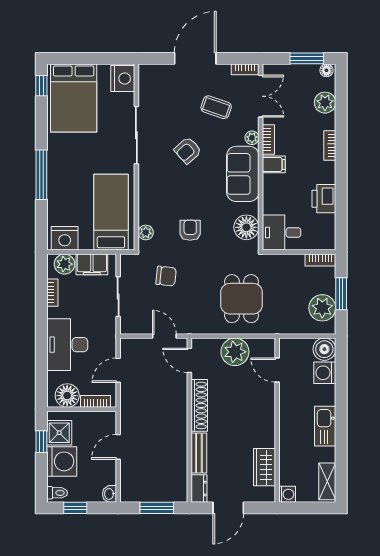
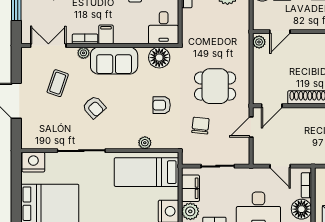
bookcase: (245, 69) -> (26, 59), removed
plant: (146, 232) -> (145, 143), moved
dining table: (242, 299) -> (215, 86), moved
plant: (235, 352) -> (259, 42), moved, width x0.53, depth x0.53

